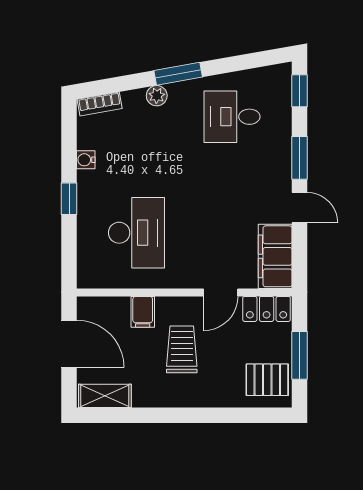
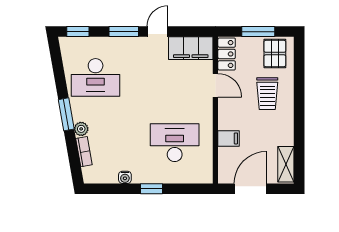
bookcase: (100, 104) -> (84, 152), moved
desk: (232, 117) -> (96, 77), width x1.37
trolley: (182, 349) -> (267, 94), moved, turned -90

